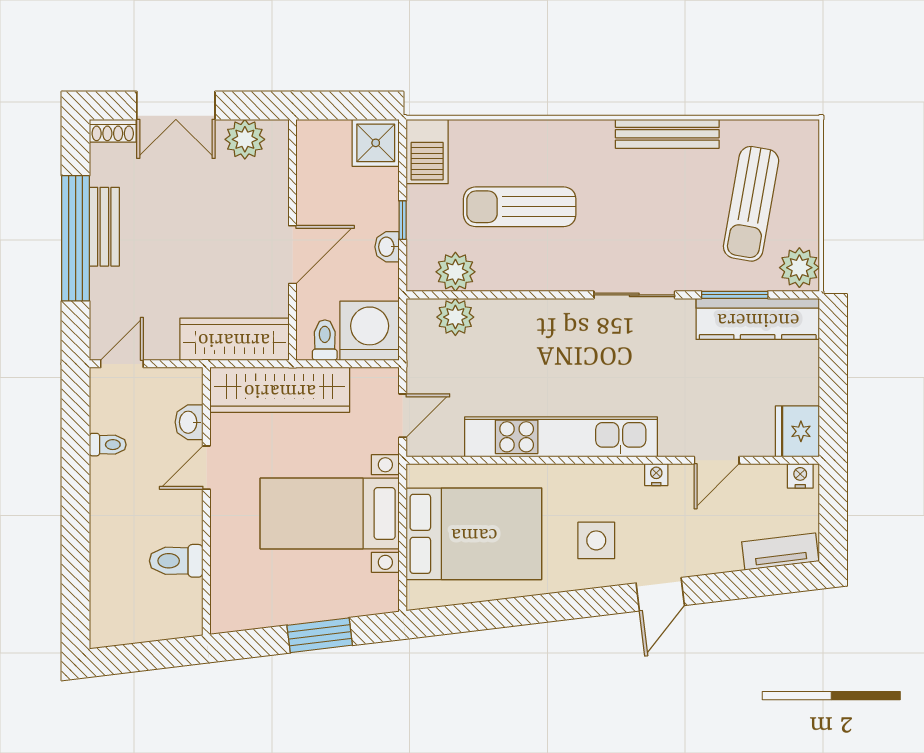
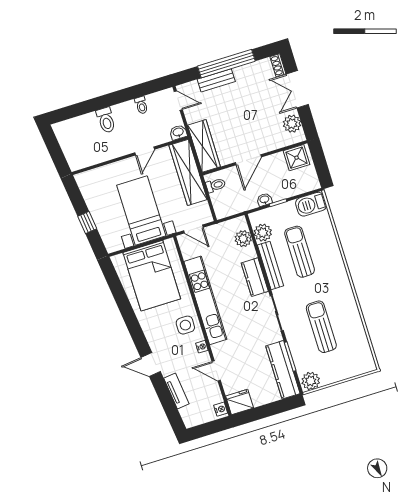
bench: (667, 134) -> (270, 265), moved
shower: (376, 143) -> (297, 158), moved
sun lounger: (751, 204) -> (321, 327), moved, turned 80
bench: (104, 227) -> (216, 80), moved
door: (292, 255) -> (248, 160), hinge flipped
kitchen counter: (544, 318) -> (255, 277), added
washing machine: (370, 331) -> (226, 203), removed
washbasin: (189, 422) -> (178, 132), moved
door: (206, 468) -> (145, 151), swing flipped
side table: (596, 540) -> (185, 325), moved
tv unit: (780, 552) -> (176, 391), moved
toilet: (176, 561) -> (106, 120), moved, turned 180
window: (320, 635) -> (87, 223), width x0.67

